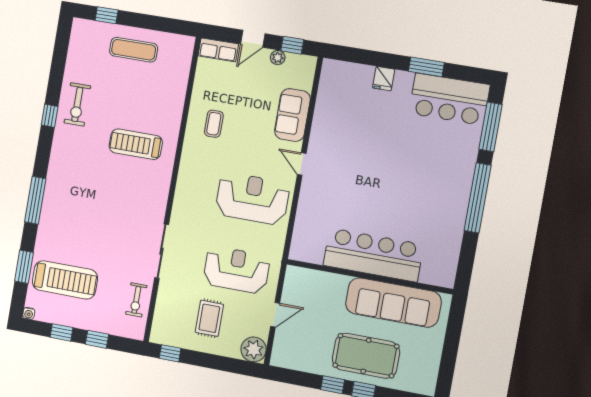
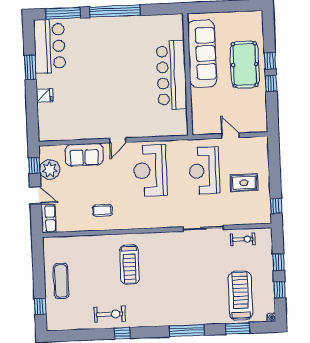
plant: (278, 58) -> (50, 170), width x1.87, depth x1.87
plant: (254, 349) -> (259, 146), removed

